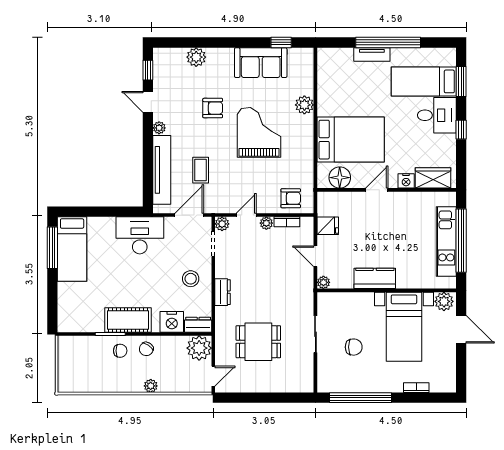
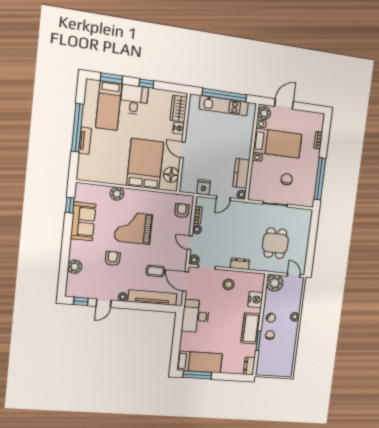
kitchen counter: (375, 278) -> (241, 173), moved
dresser: (198, 325) -> (249, 366), moved

